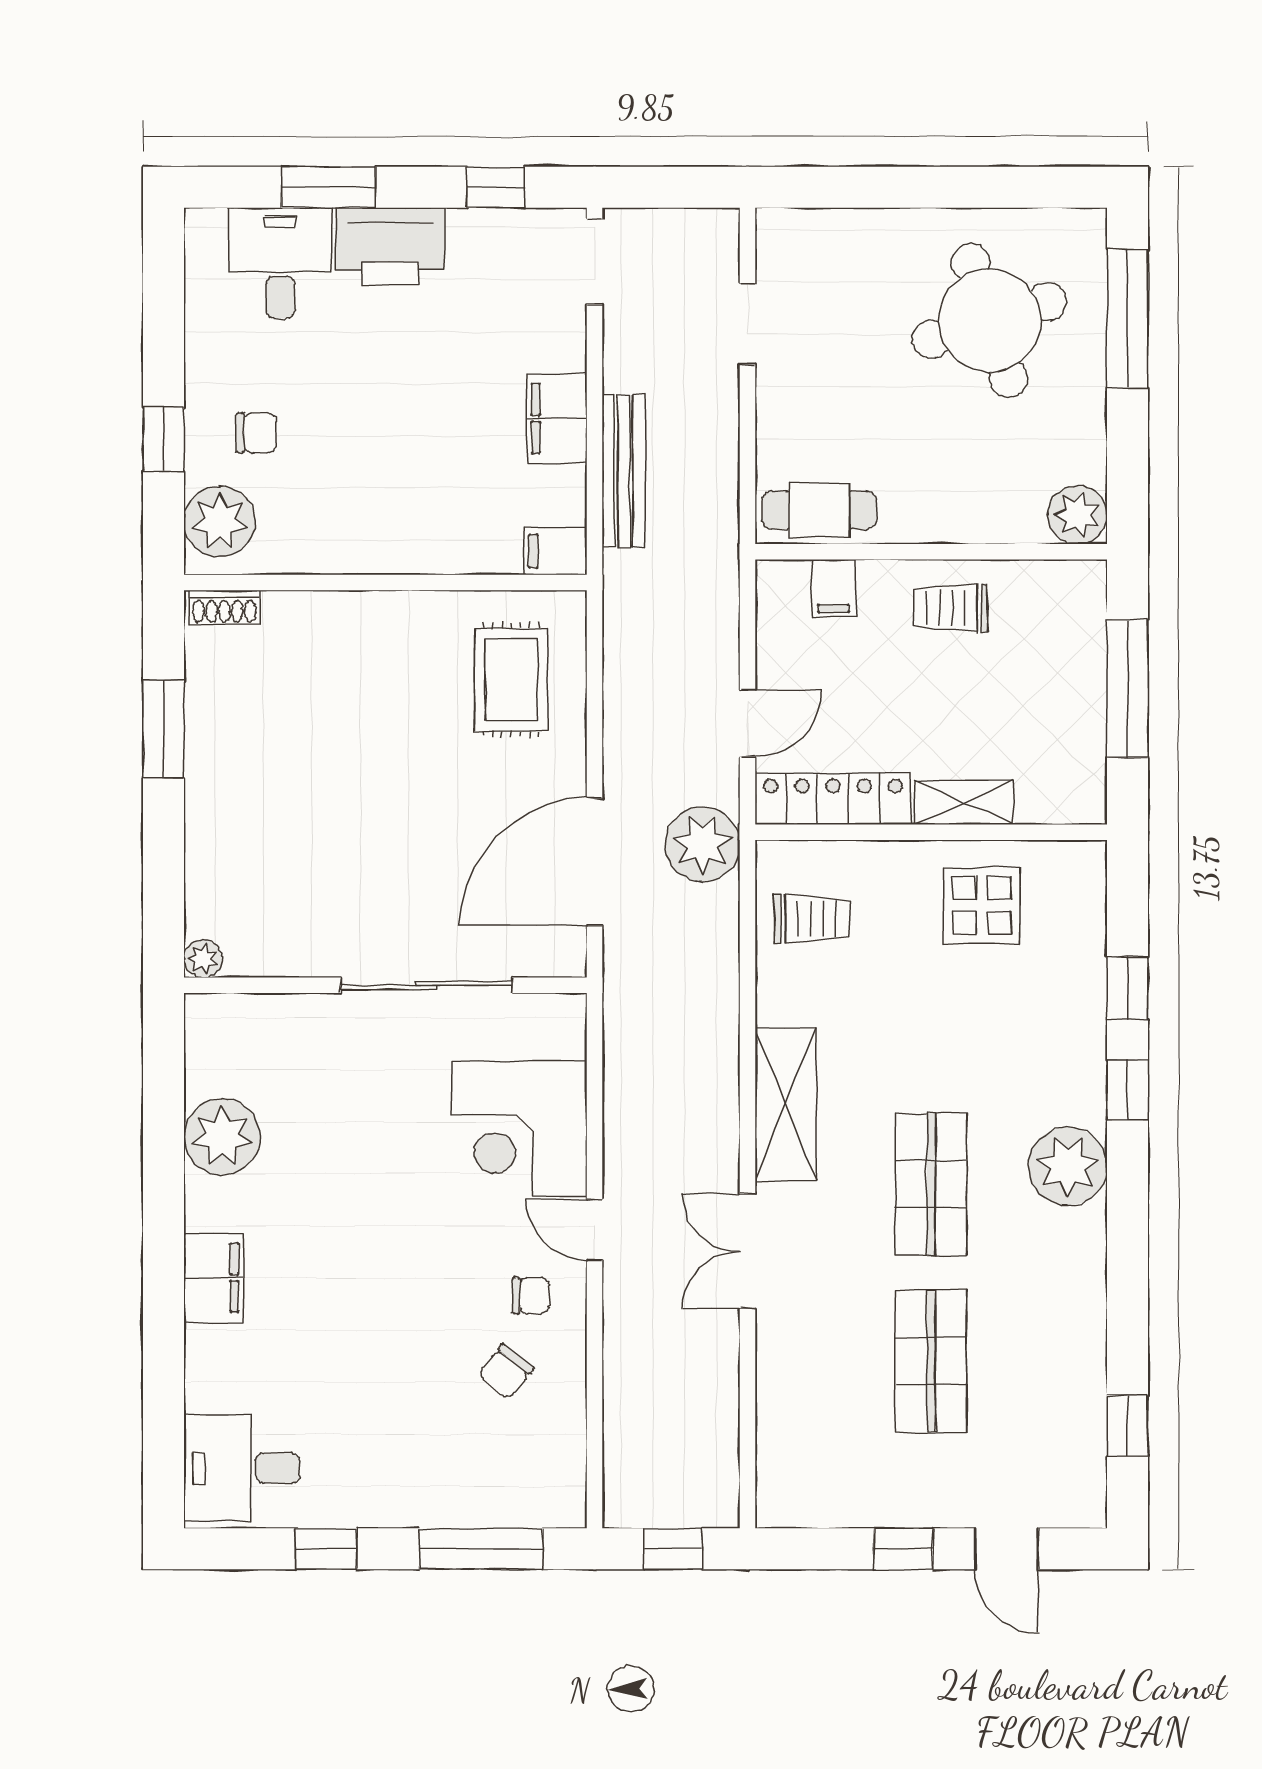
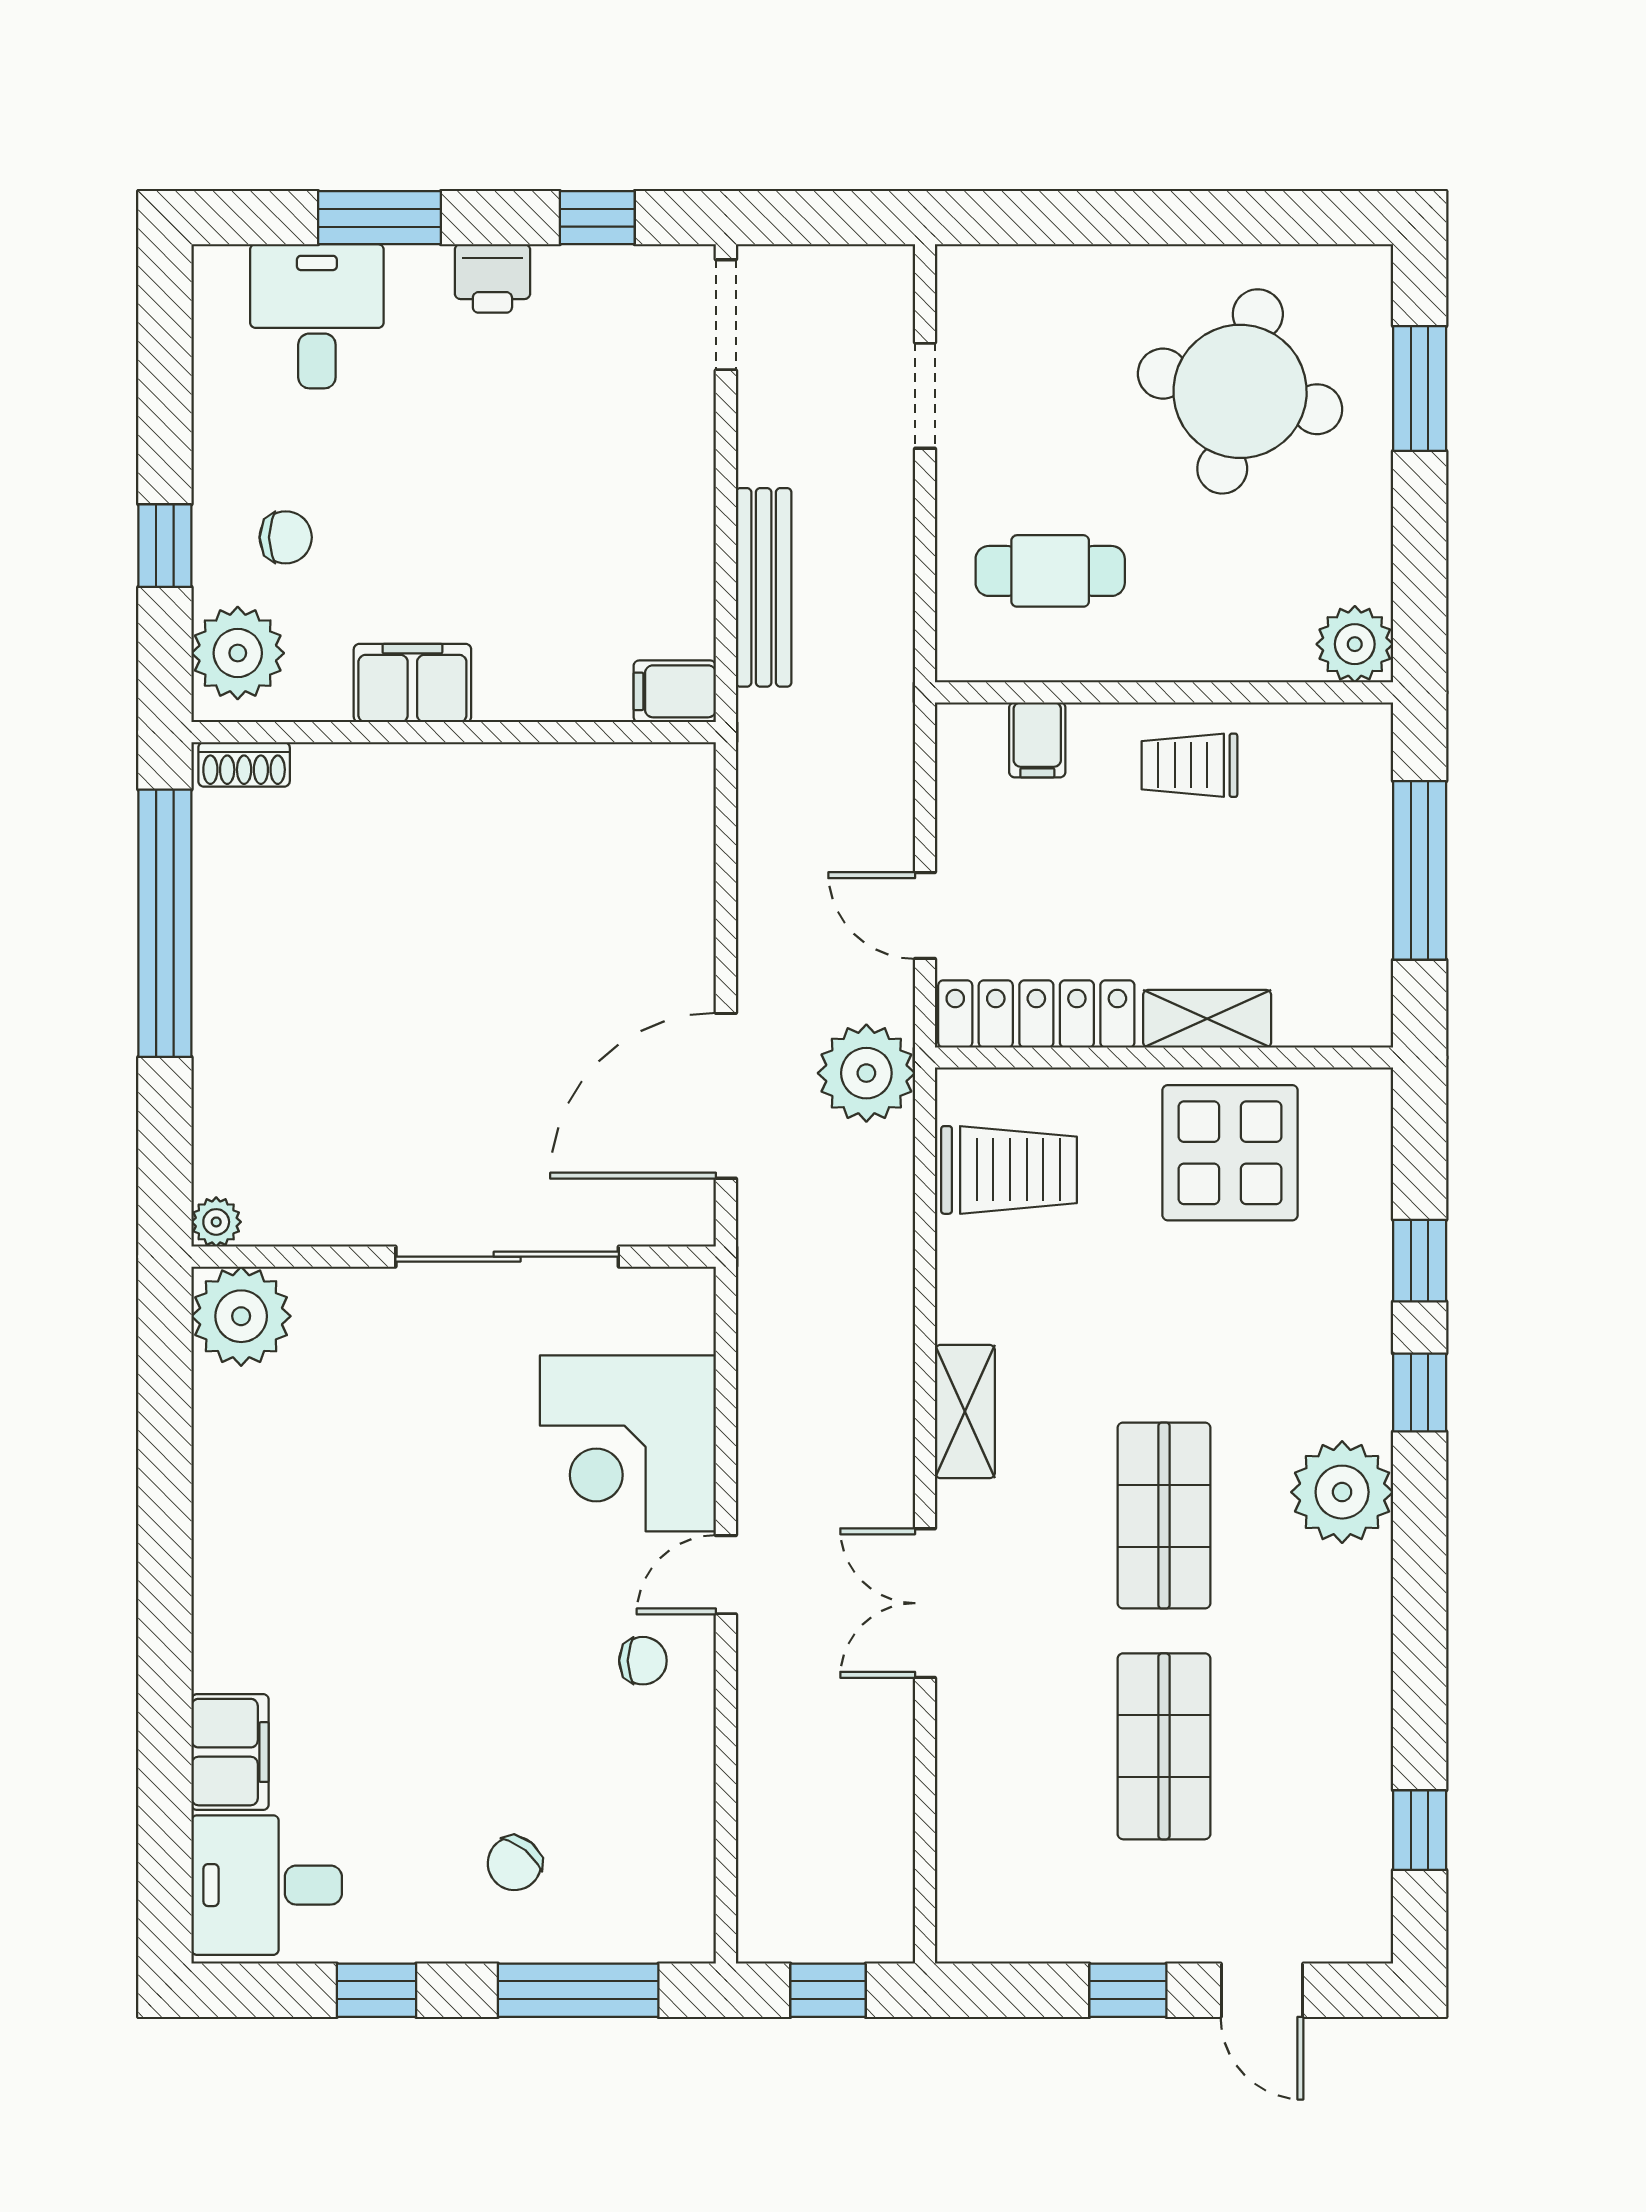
printer: (390, 246) -> (492, 278), width x0.53, depth x0.68
window: (1127, 318) -> (1420, 388), width x0.69
round table: (990, 321) -> (1240, 391), turned 31
filing cabinet: (557, 418) -> (412, 683), moved, turned 90
cafe table: (819, 510) -> (1050, 571), moved
rug: (511, 680) -> (618, 859), removed
door: (747, 723) -> (925, 916), swing flipped
window: (164, 729) -> (165, 923), width x2.11
display table: (982, 905) -> (1230, 1153), width x1.36, depth x1.36
trolley: (812, 919) -> (1009, 1170), width x1.36, depth x1.39
shelving: (786, 1104) -> (965, 1412), width x0.67, depth x0.75
plant: (222, 1137) -> (241, 1316), moved
door: (594, 1230) -> (726, 1575), hinge flipped
filing cabinet: (214, 1278) -> (230, 1752), moved
chair: (506, 1371) -> (515, 1863), moved

